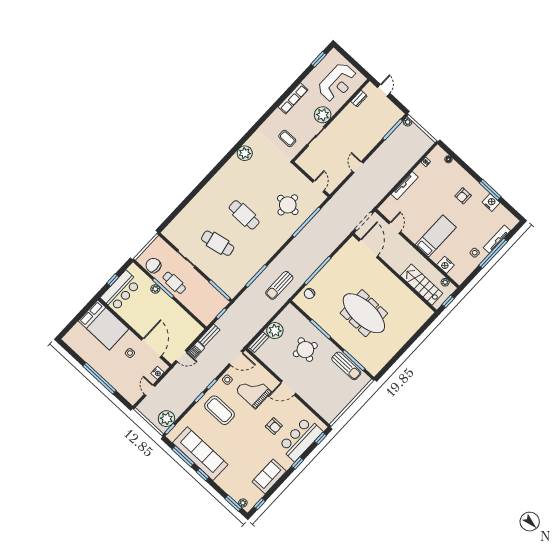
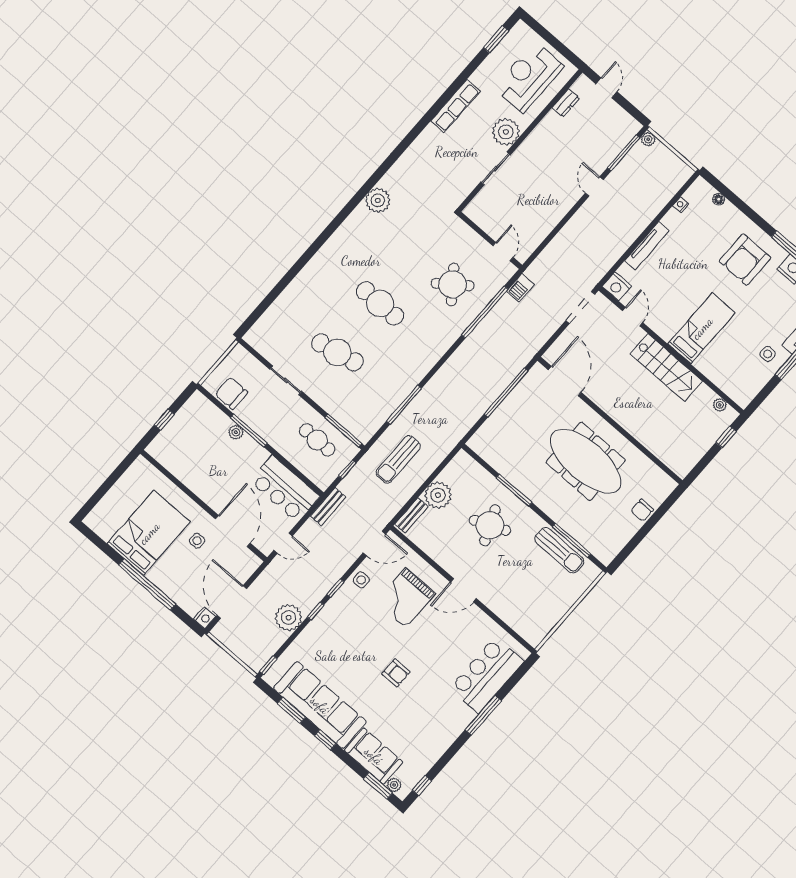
reception desk: (337, 83) -> (529, 77), turned 180
coffee table: (287, 138) -> (448, 173), removed
door: (358, 167) -> (594, 187), moved
armchair: (463, 196) -> (745, 260), width x1.88, depth x1.88
round table: (288, 205) -> (453, 284), turned -37
door: (368, 248) -> (565, 381), moved
nightstand: (446, 265) -> (617, 286), moved
wall: (395, 273) -> (610, 420), moved
cafe table: (174, 283) -> (317, 440), moved
sun lounger: (279, 285) -> (398, 459), moved
stairs: (422, 285) -> (666, 368), moved, turned 180
bar counter: (121, 291) -> (285, 489), moved, turned 90
chair: (309, 294) -> (642, 510), moved
bed: (104, 325) -> (149, 533), moved, turned -90
barbecue: (196, 350) -> (520, 288), moved
round table: (305, 350) -> (490, 525), turned 45
nightstand: (157, 373) -> (204, 618), moved
door: (150, 390) -> (232, 602), width x1.87
grand piano: (254, 391) -> (406, 598), turned -90
coffee table: (219, 410) -> (350, 631), removed
plant: (166, 419) -> (289, 618), moved
armchair: (274, 426) -> (396, 673), moved
window: (320, 438) -> (520, 673), removed
window: (183, 456) -> (291, 710), width x0.69
window: (298, 463) -> (483, 715), width x2.17
sofa: (269, 476) -> (374, 756), moved, turned 90

